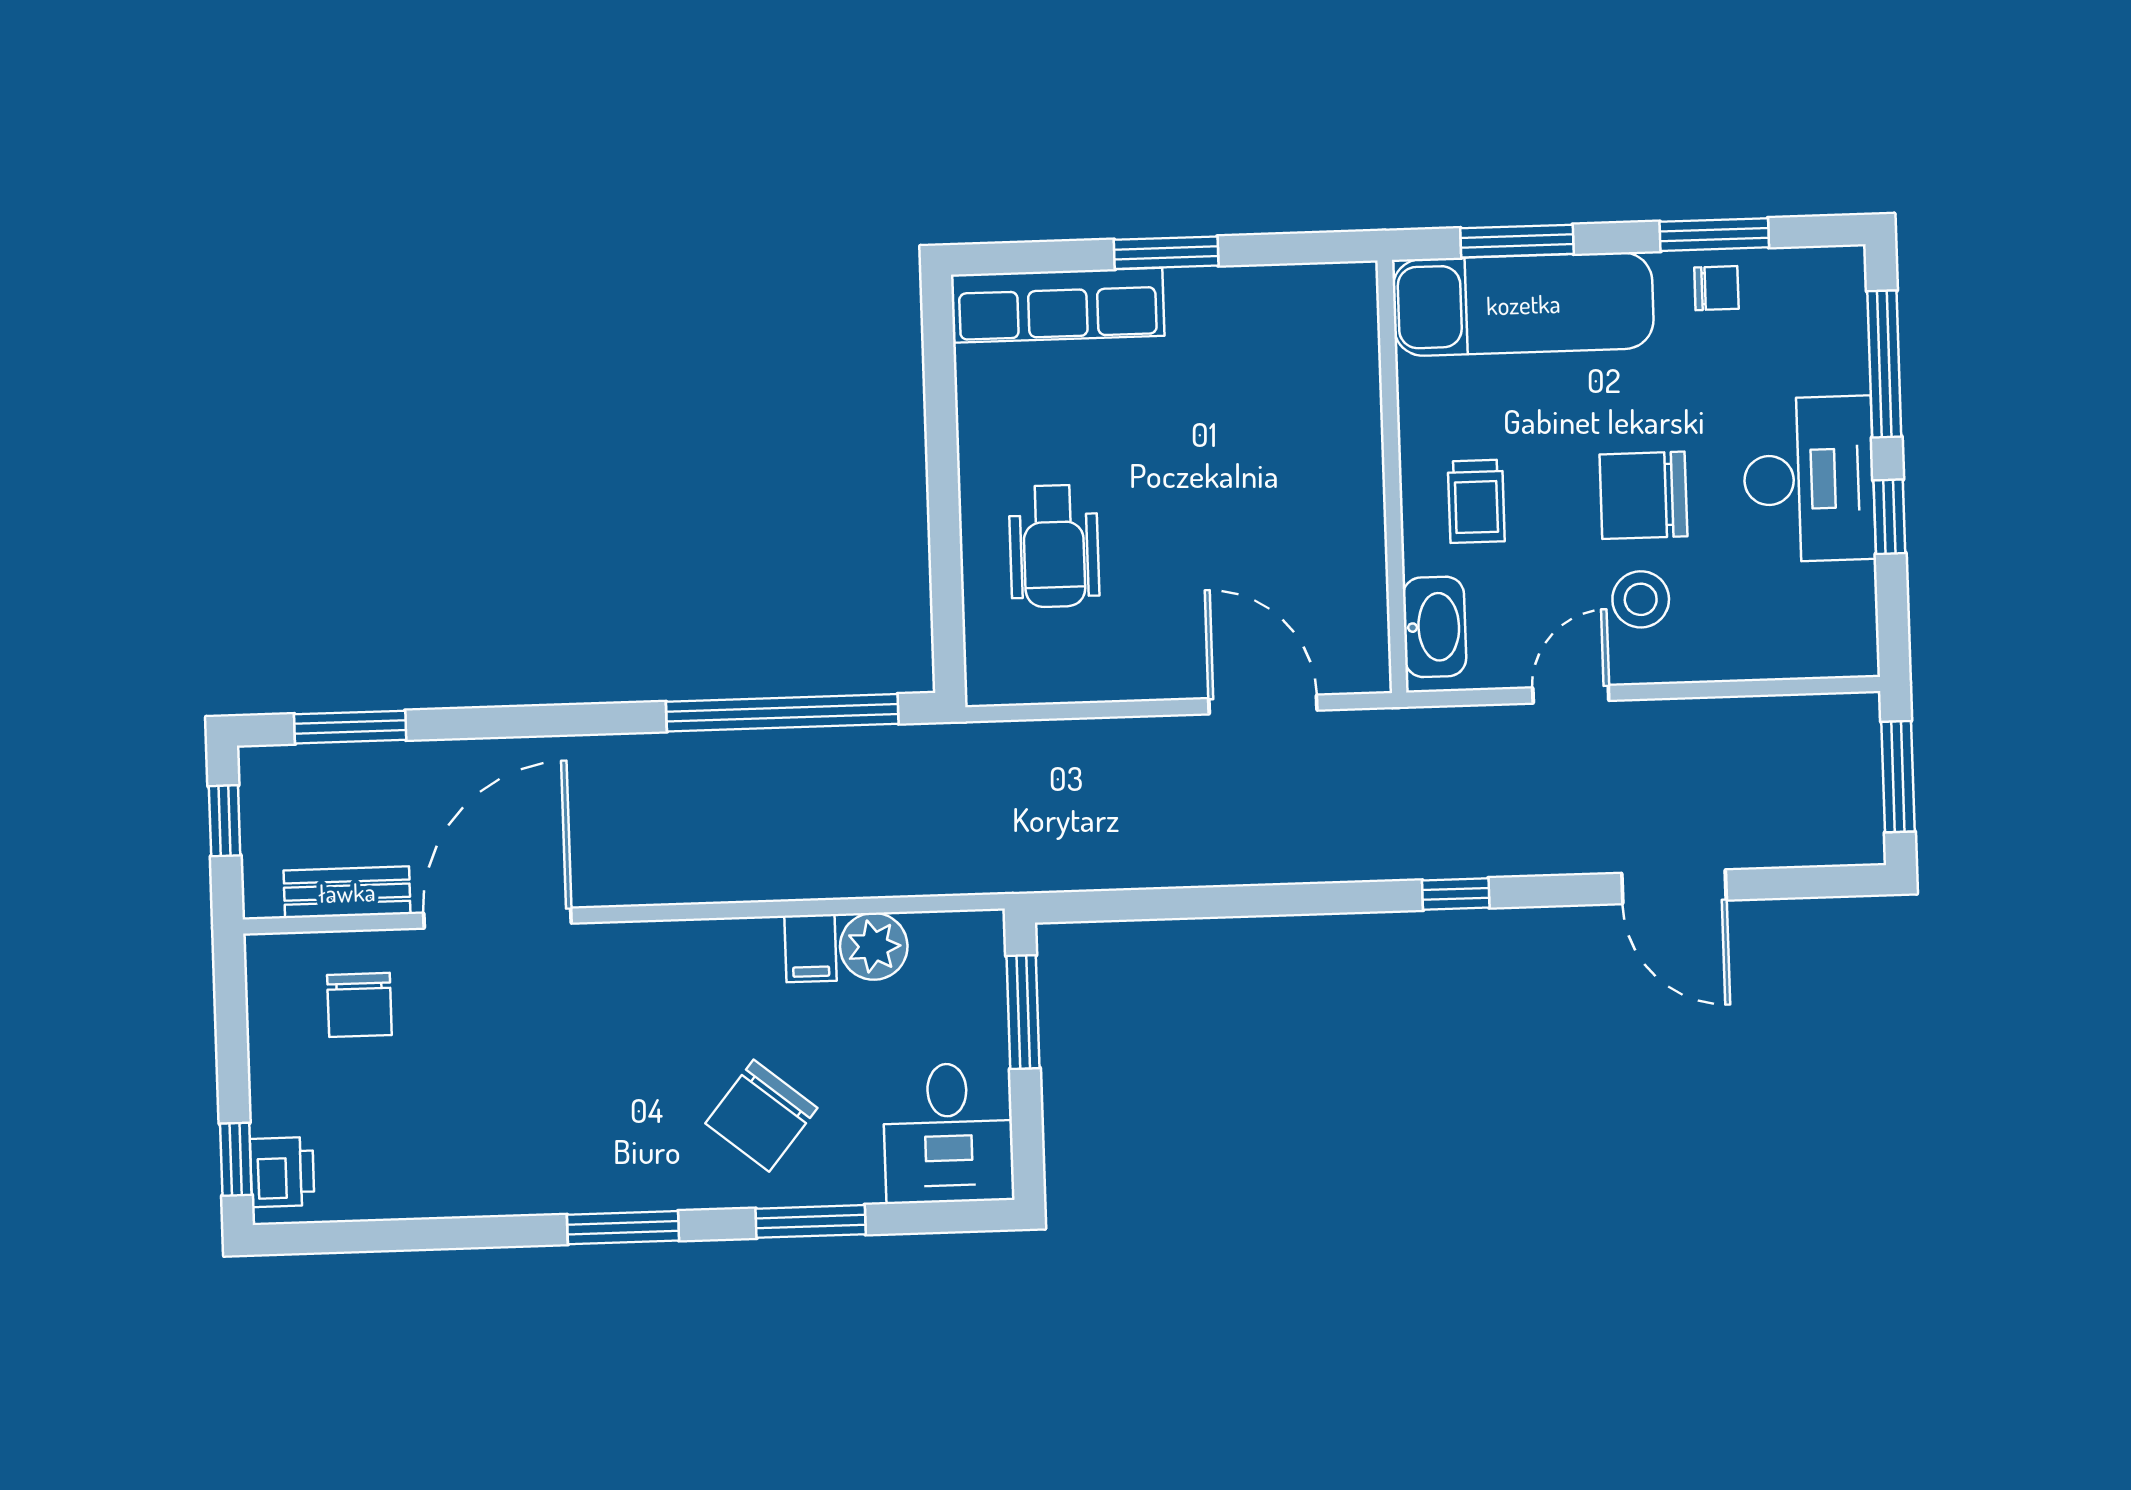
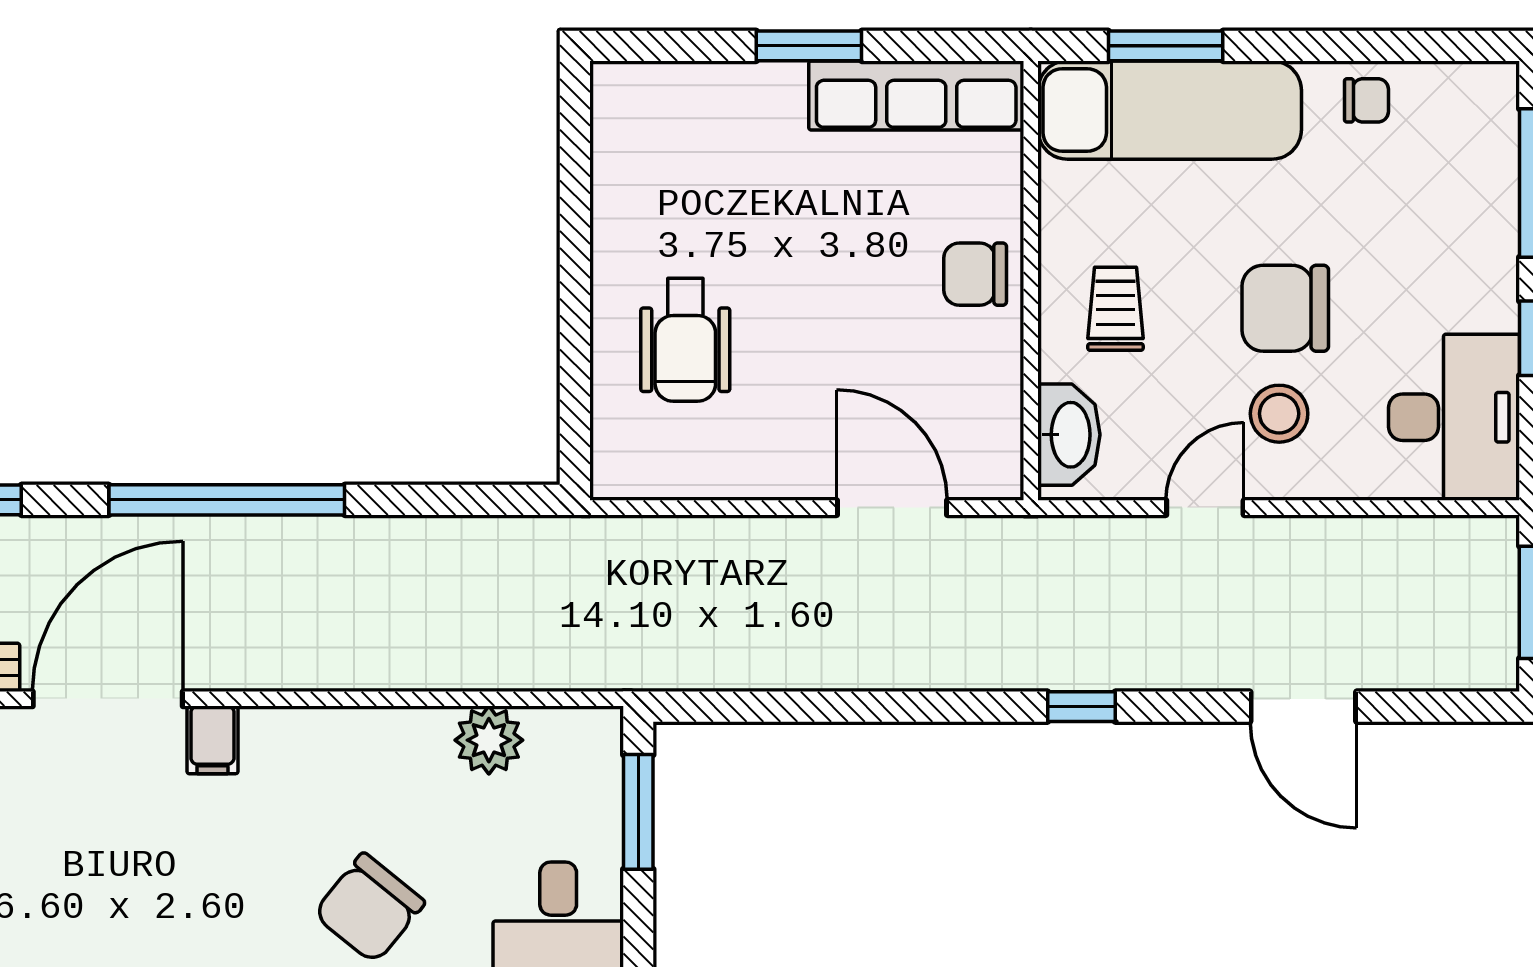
window: (1714, 235) -> (1366, 46), removed
row of seats: (1058, 305) -> (916, 96), moved
chair: (1337, 472) -> (975, 274), added
desk: (1809, 479) -> (1454, 417), moved
trolley: (1476, 501) -> (1115, 309), turned 180
window: (782, 713) -> (227, 500), moved
filing cabinet: (810, 948) -> (212, 740), moved

